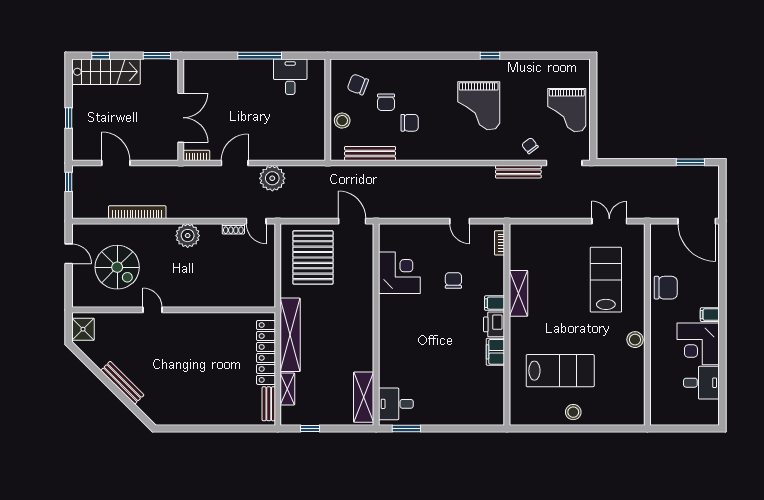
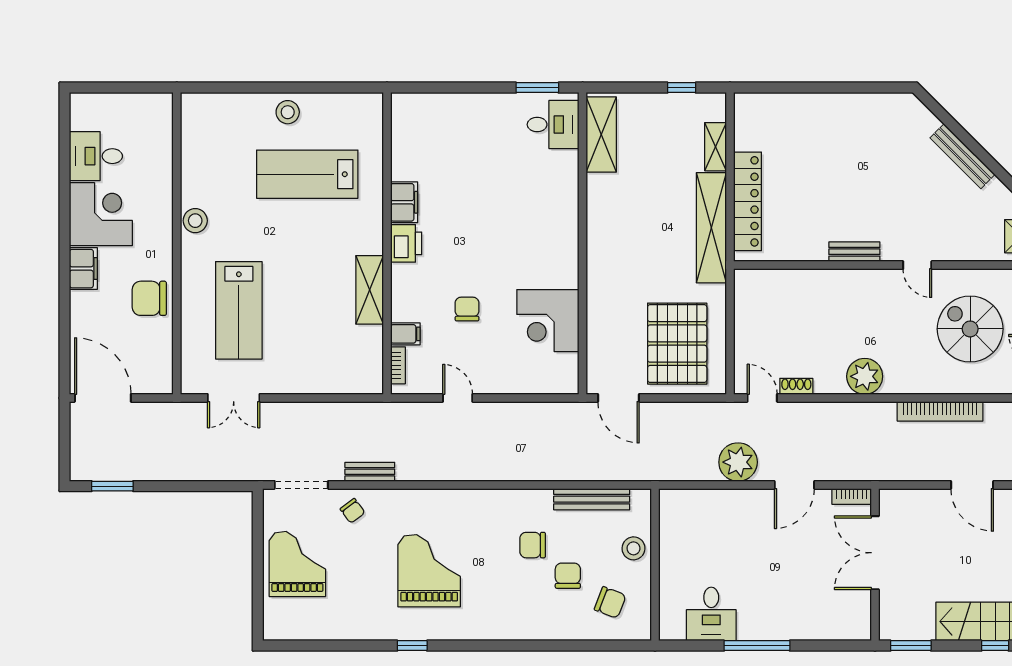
bench: (518, 172) -> (370, 472), width x0.73
chair: (453, 280) -> (467, 309), turned 180
filing cabinet: (495, 303) -> (405, 334), moved
filing cabinet: (710, 315) -> (83, 269), width x2.00
bench: (269, 404) -> (854, 252), moved, turned 90

